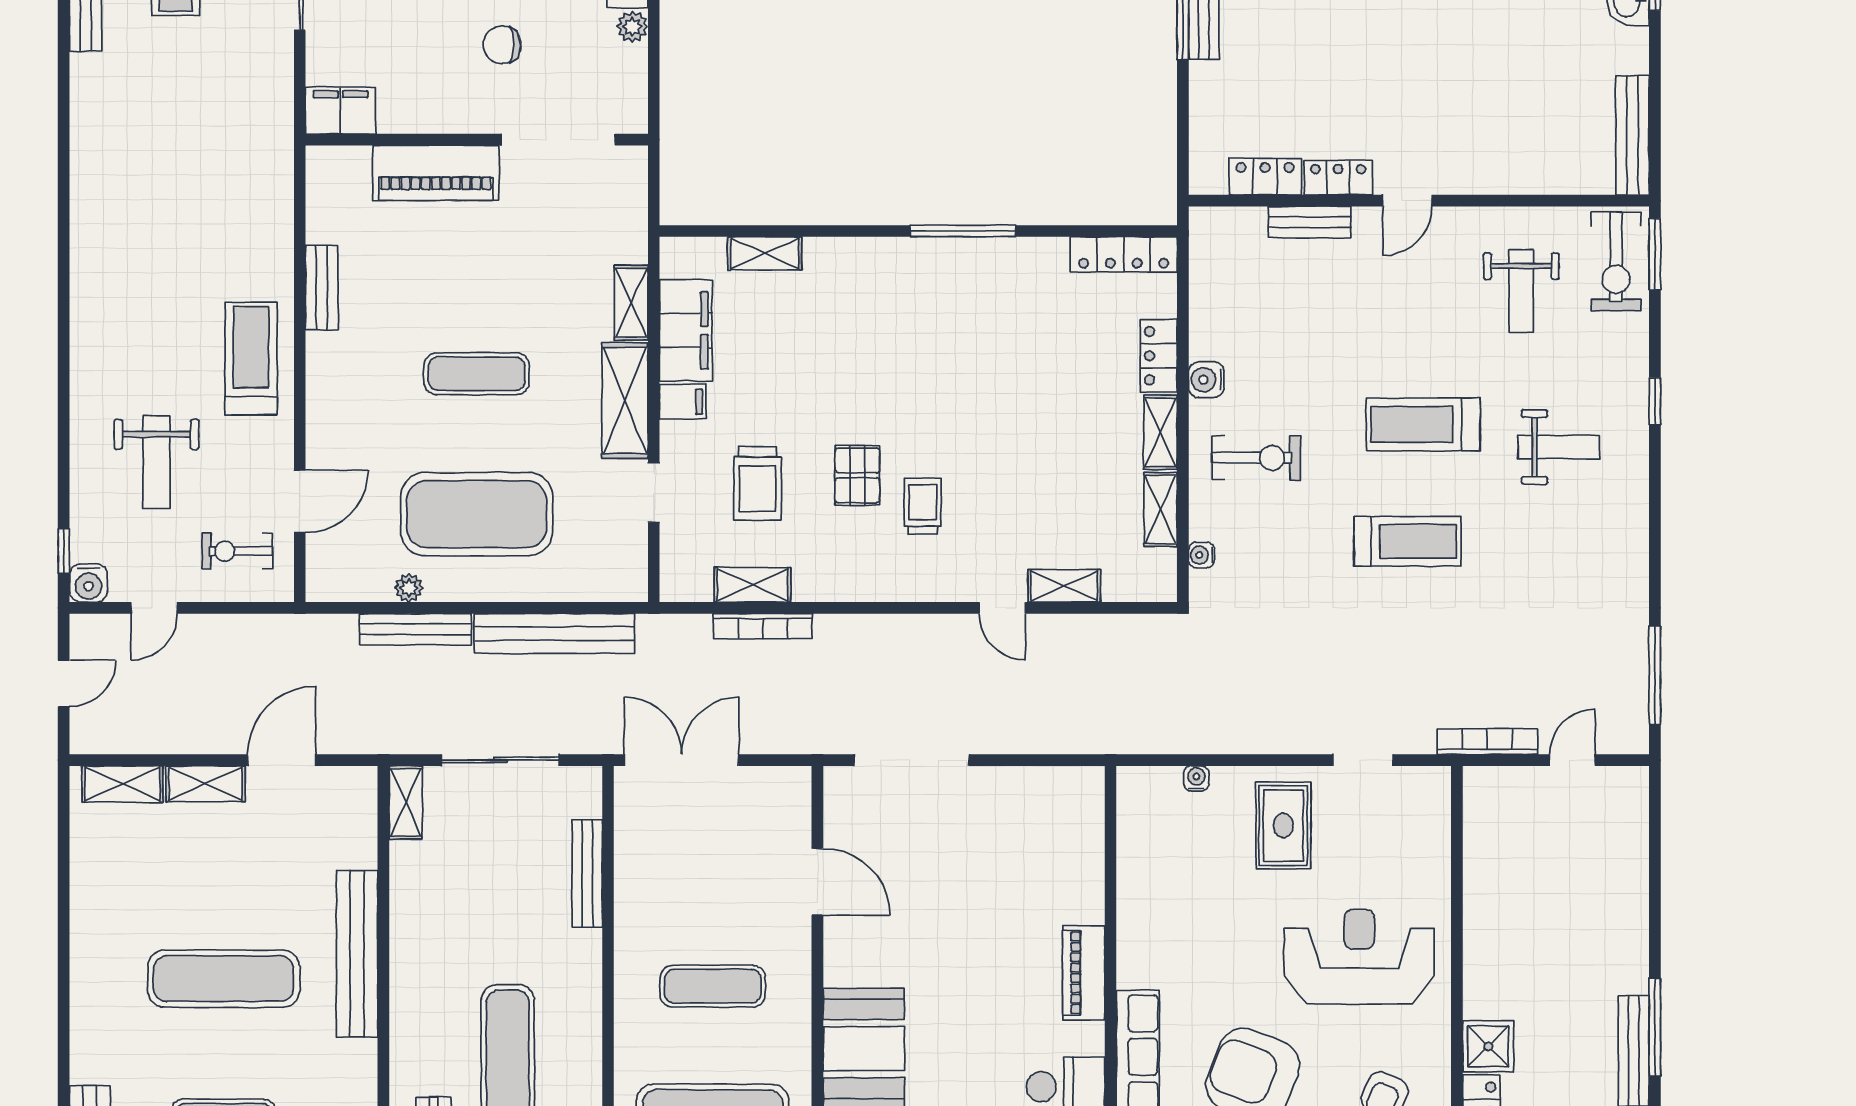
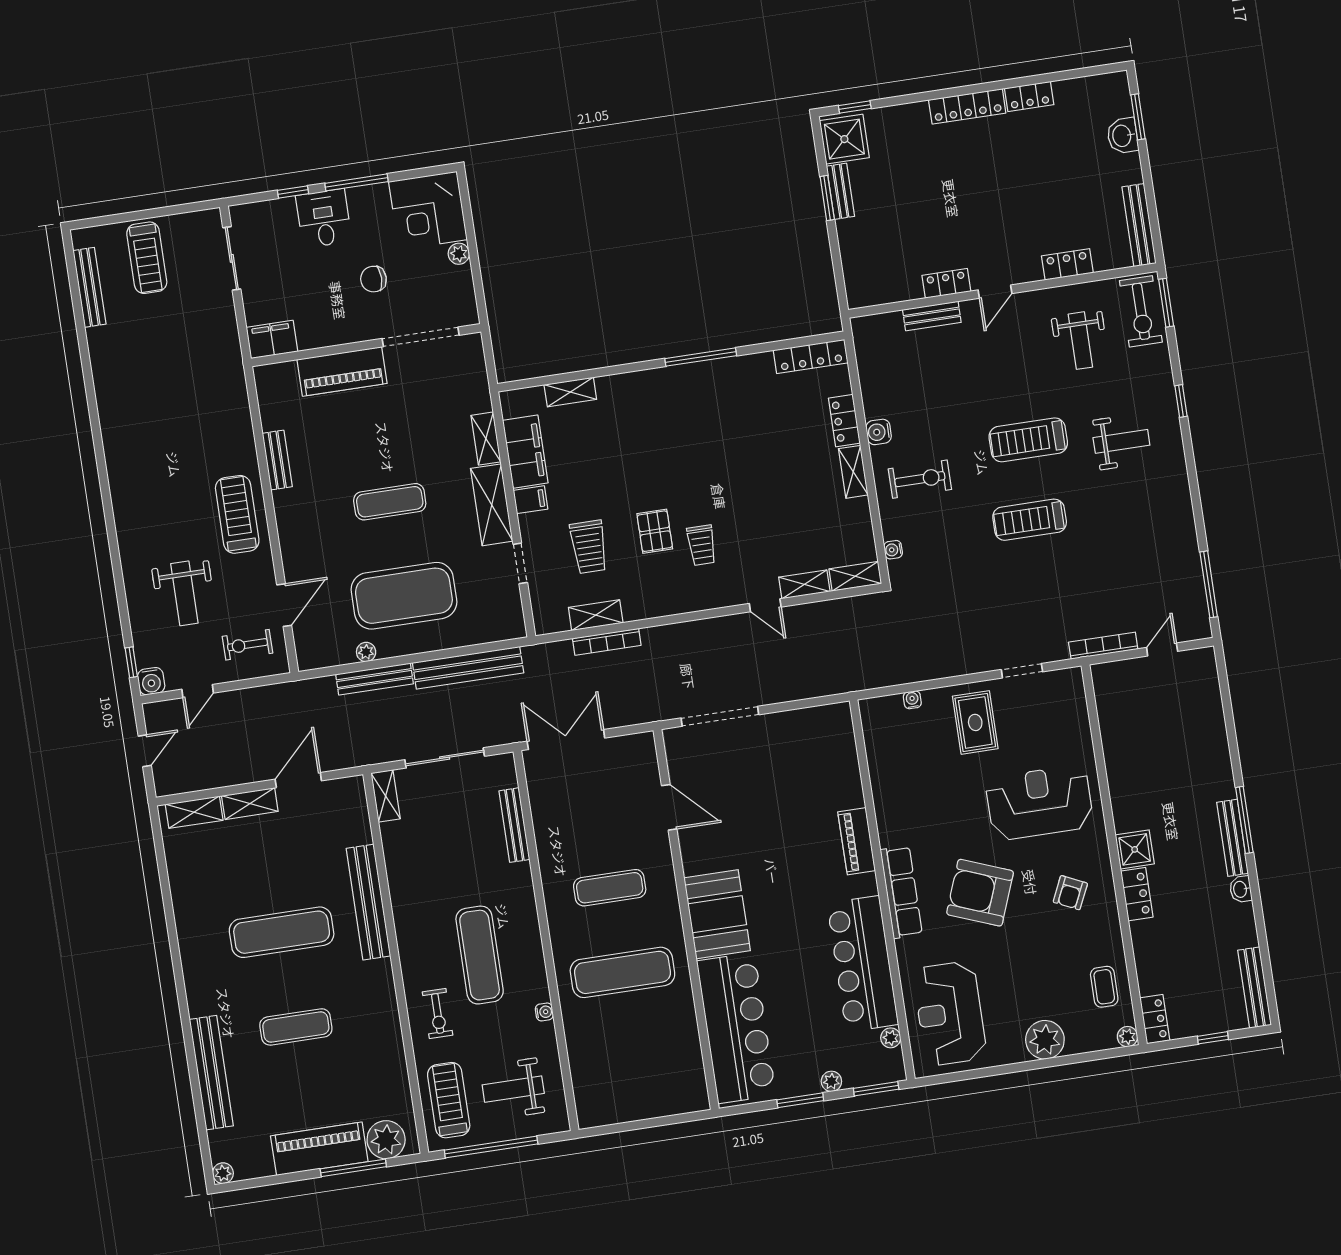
locker: (1265, 177) -> (1067, 264), moved
trolley: (923, 506) -> (702, 545), turned 180
shelving: (1161, 509) -> (855, 576), moved, turned 90
treadmill: (1407, 541) -> (1030, 520), turned 180

